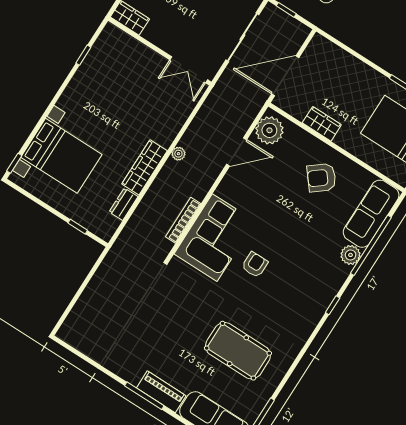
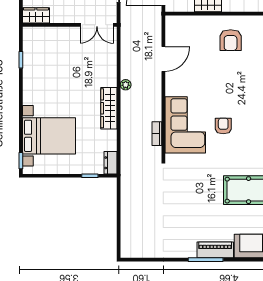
plant: (269, 130) -> (176, 31), removed
armchair: (321, 178) -> (231, 40), turned -51
dresser: (123, 204) -> (111, 163), moved
bookcase: (183, 220) -> (157, 134), width x0.64

